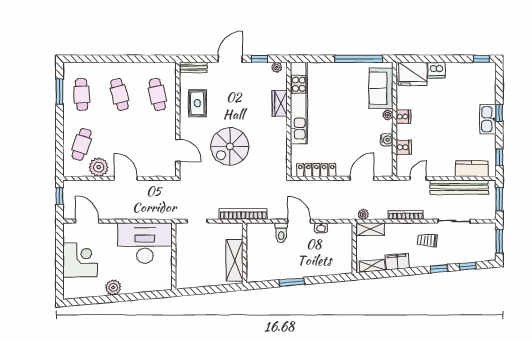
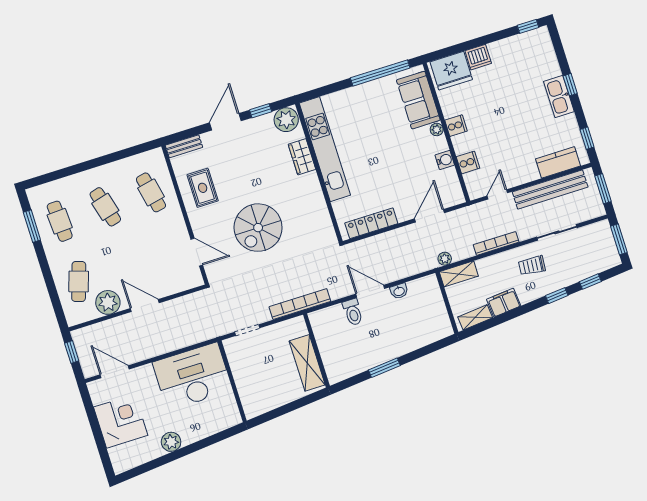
plant: (277, 67) -> (286, 120), width x1.88, depth x1.88

